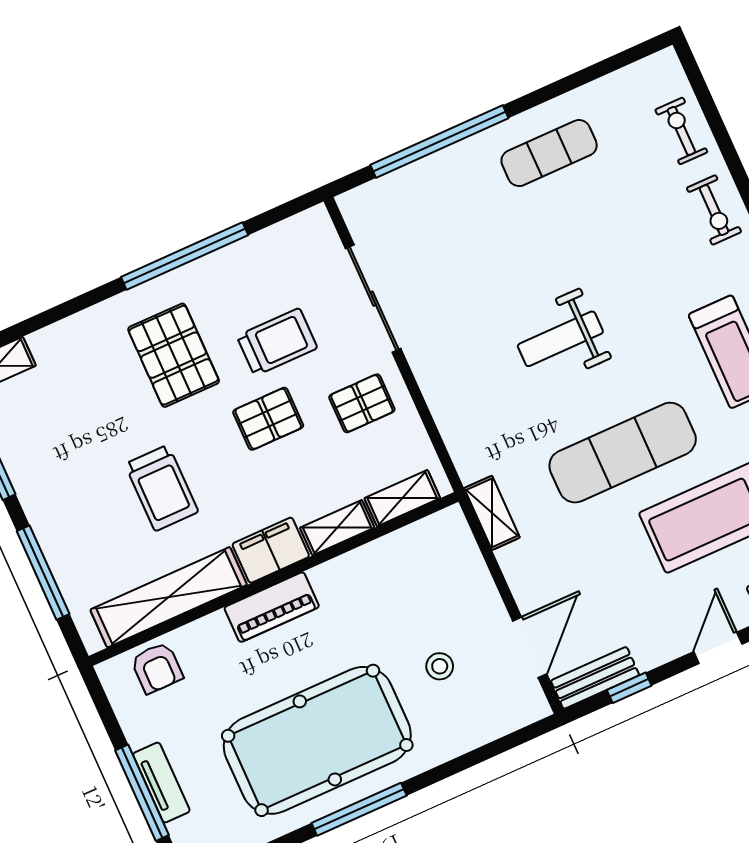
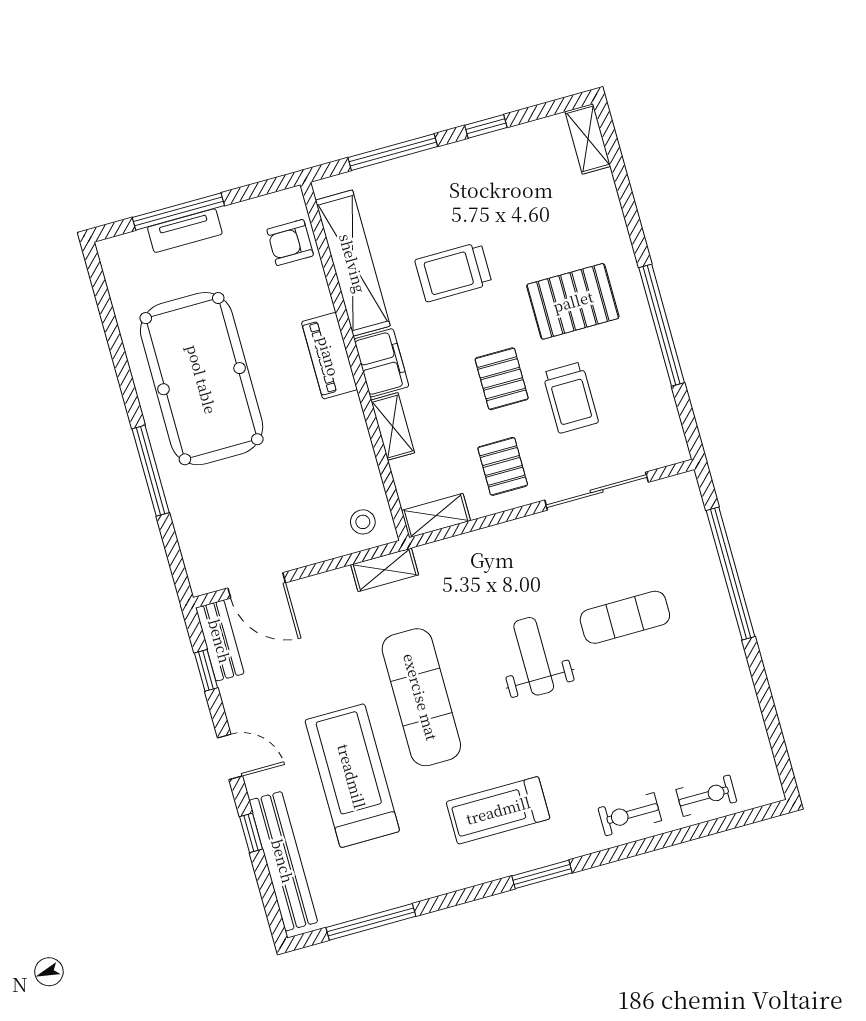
exercise mat: (549, 153) -> (625, 617), moved, turned 90
shelving: (402, 498) -> (436, 516), moved, turned 90
stool: (440, 666) -> (363, 522), moved
window: (359, 809) -> (151, 471), moved

